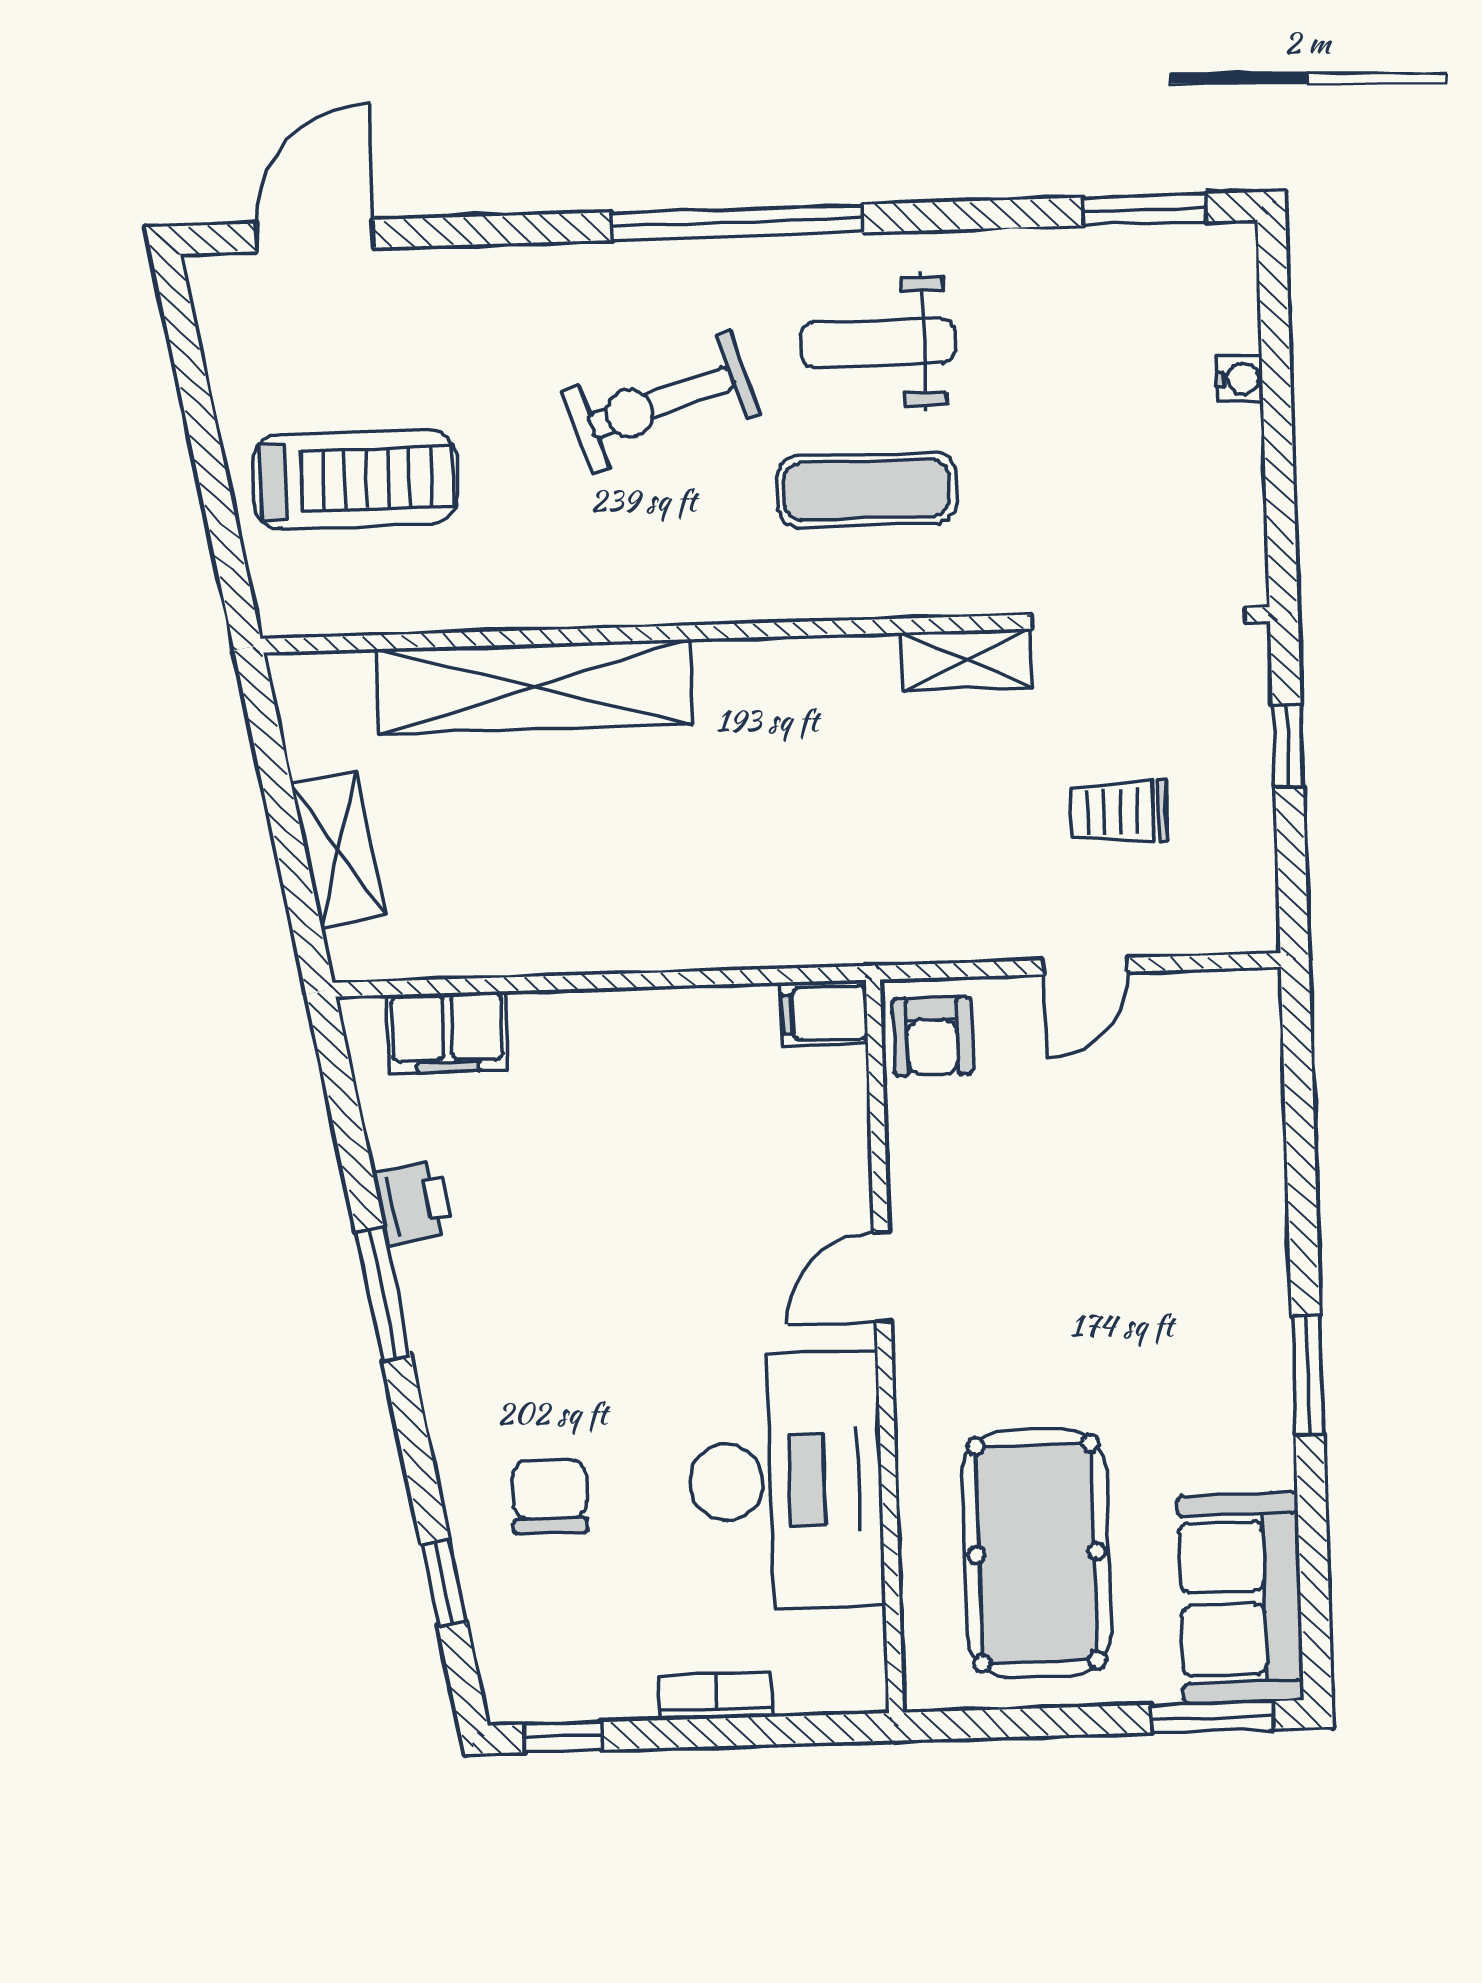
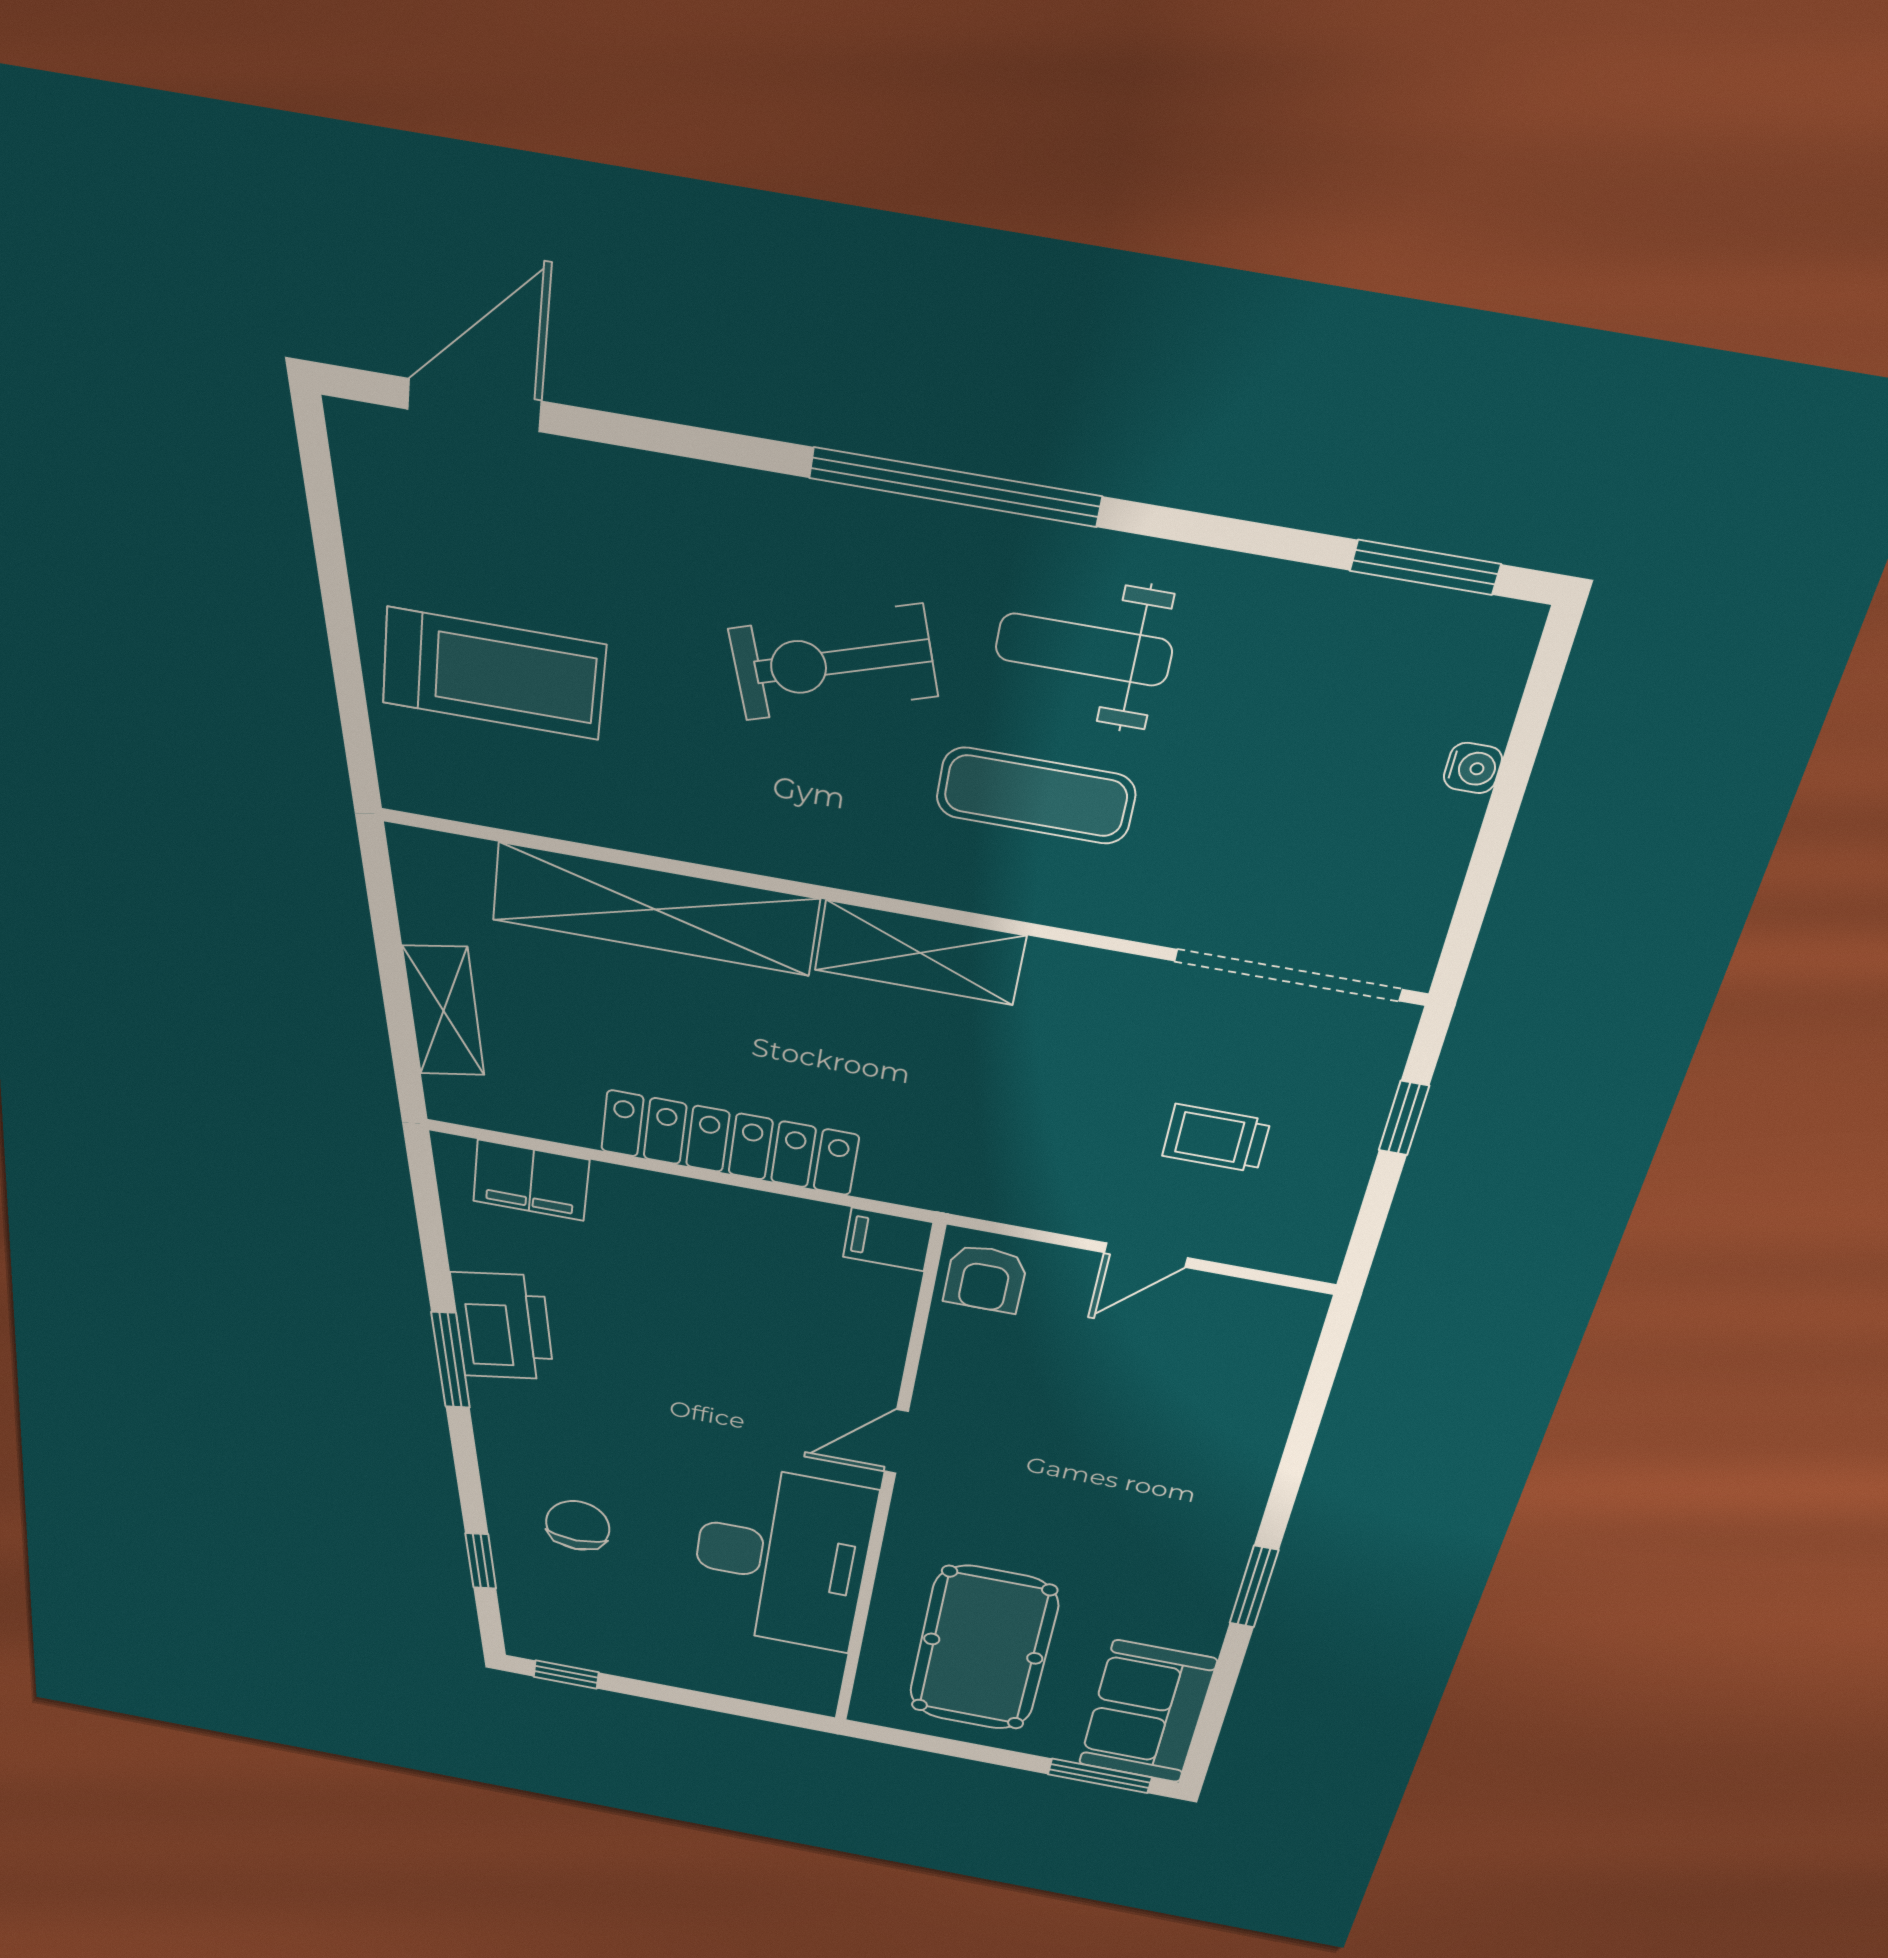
shelving: (966, 660) -> (920, 953), moved, width x1.50, depth x1.33
locker: (644, 935) -> (729, 1143), added
printer: (413, 1203) -> (503, 1326), width x1.87, depth x1.48
bookcase: (716, 1696) -> (695, 1677), removed

